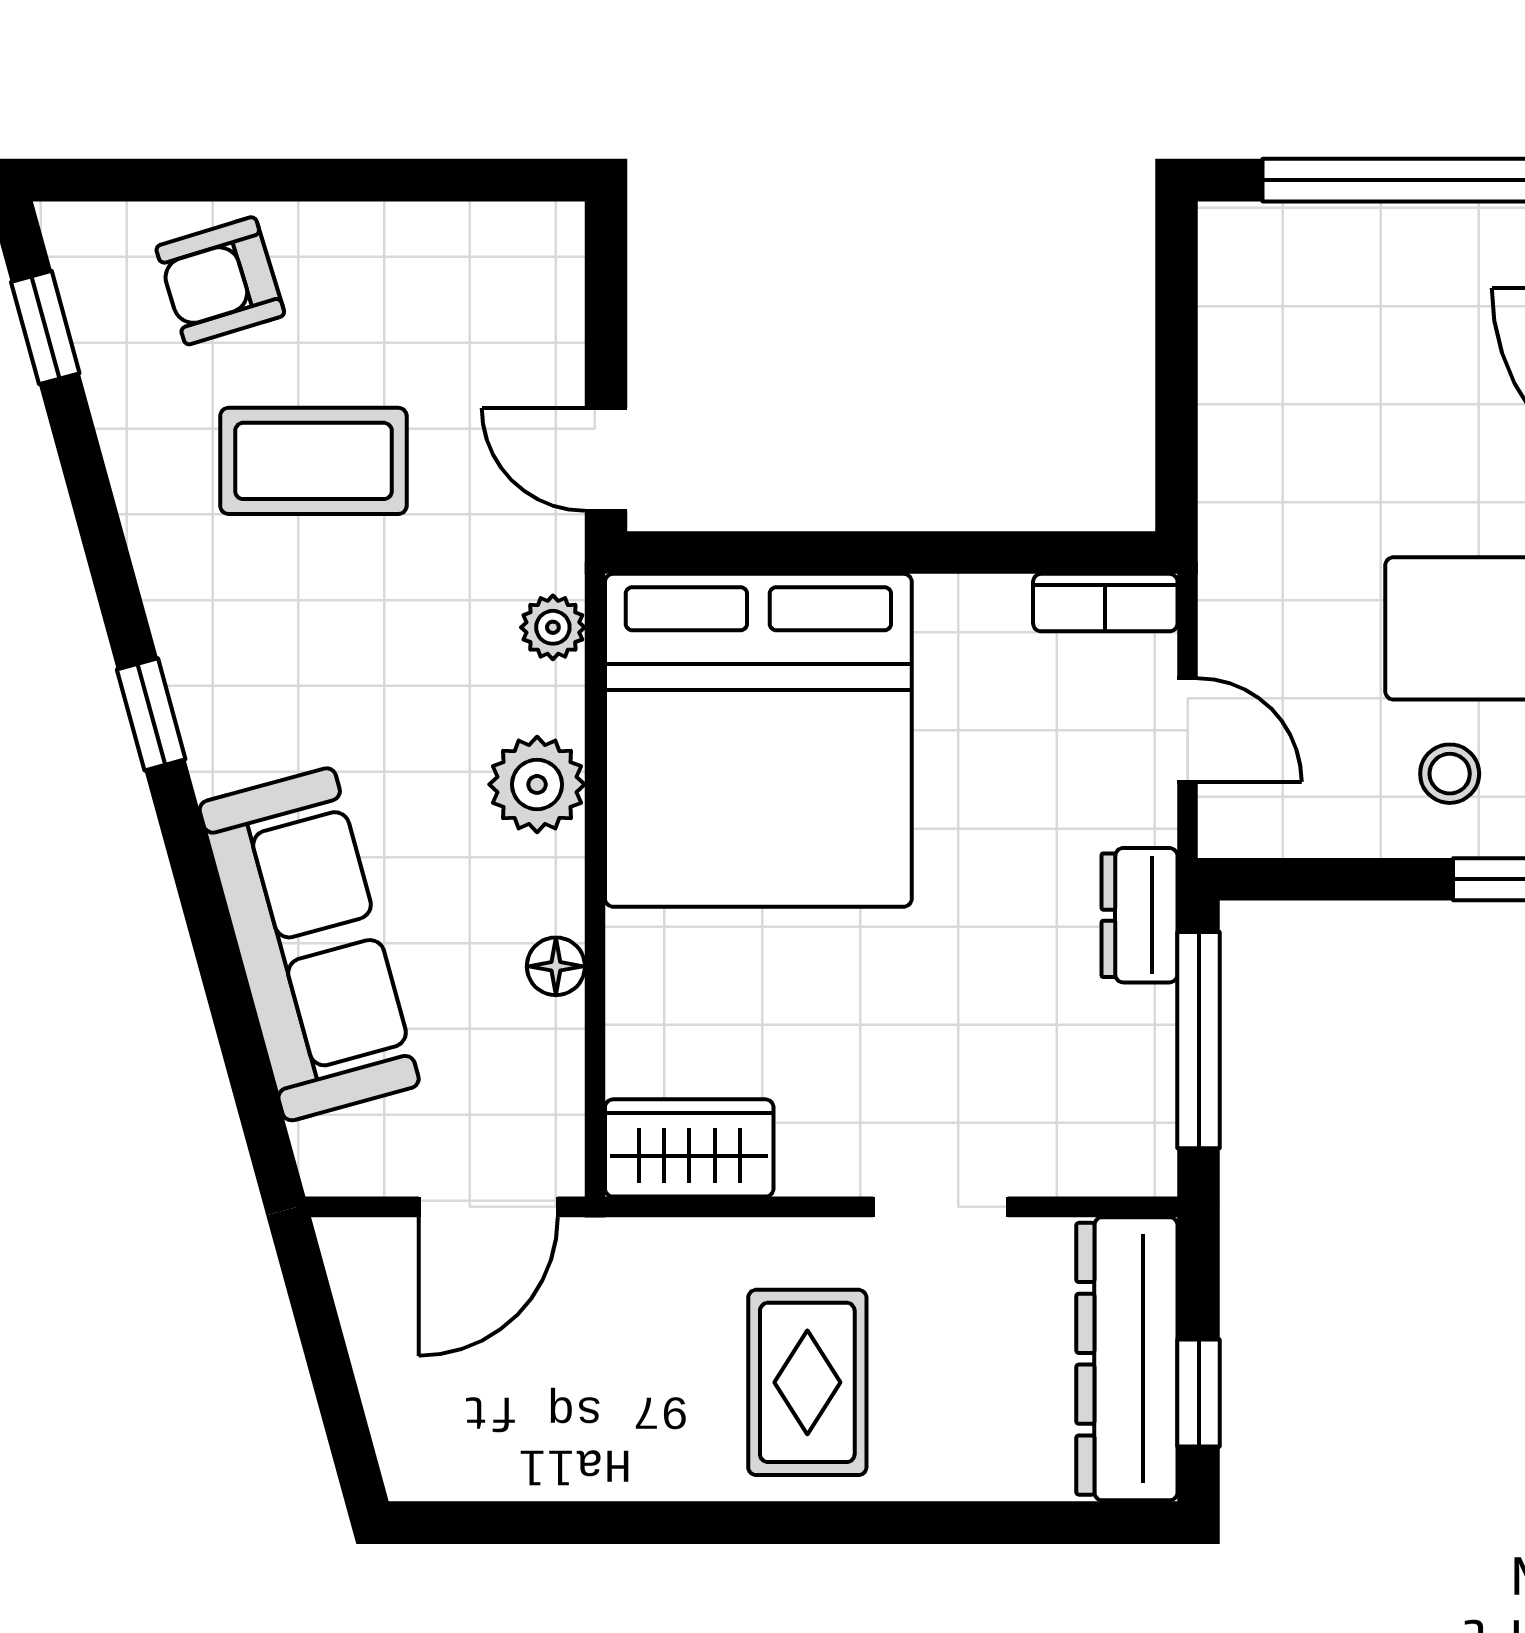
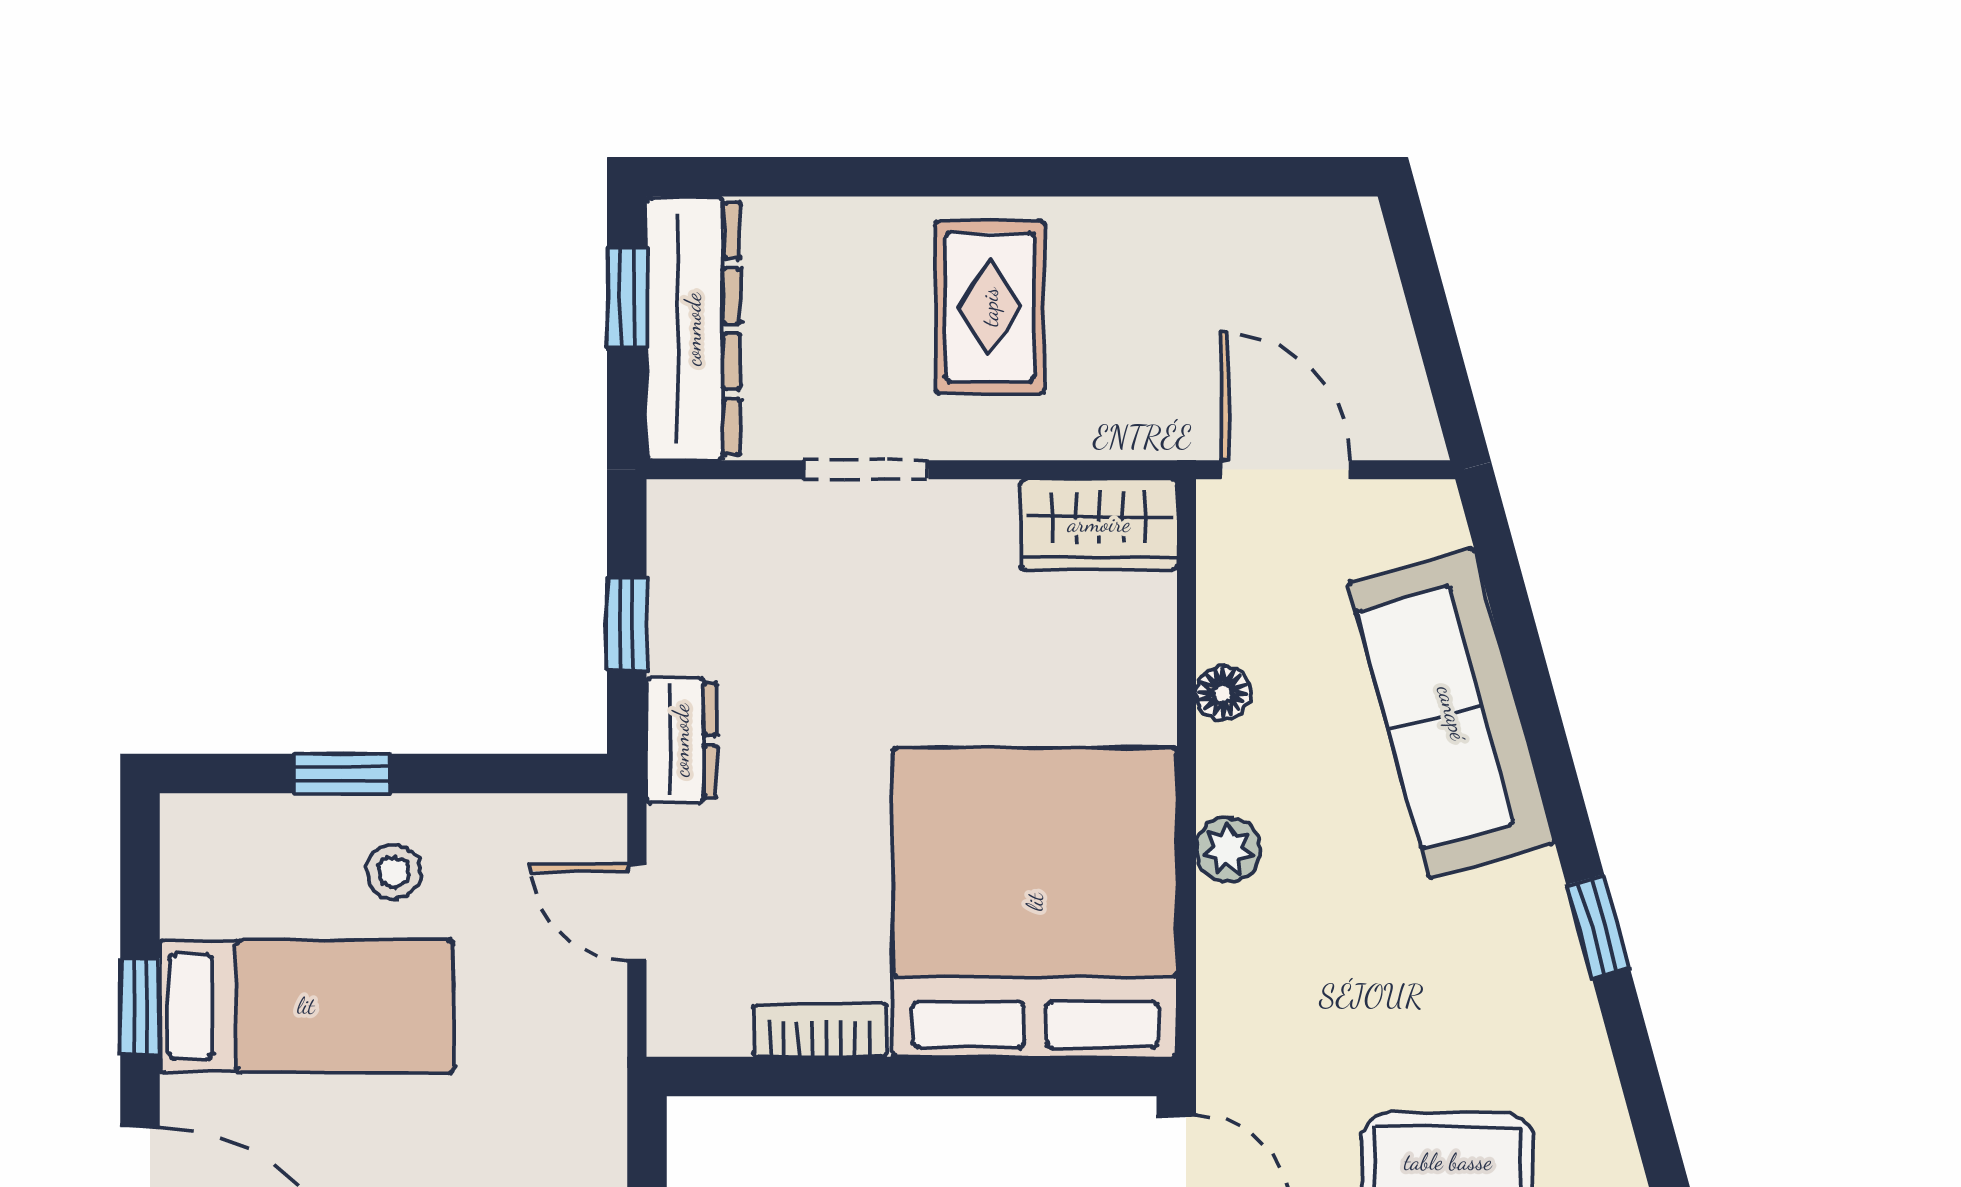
bookcase: (1105, 603) -> (820, 1030), moved
plant: (553, 627) -> (1226, 1007), removed
plant: (537, 784) -> (1228, 849), width x0.73, depth x0.73
window: (1199, 1040) -> (627, 624), width x0.46
door: (488, 1207) -> (1286, 470), hinge flipped

